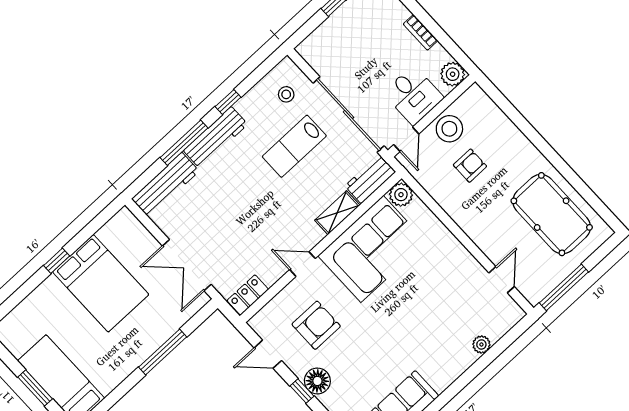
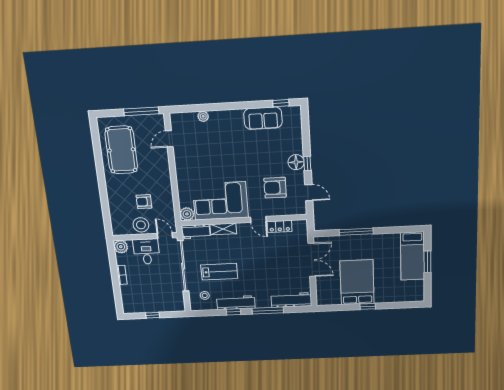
workbench: (216, 138) -> (236, 303), moved
door: (406, 139) -> (165, 236), hinge flipped
locker: (248, 295) -> (280, 226), moved

